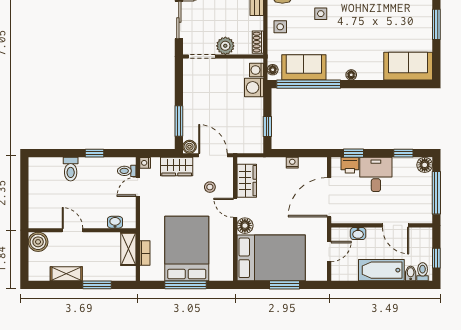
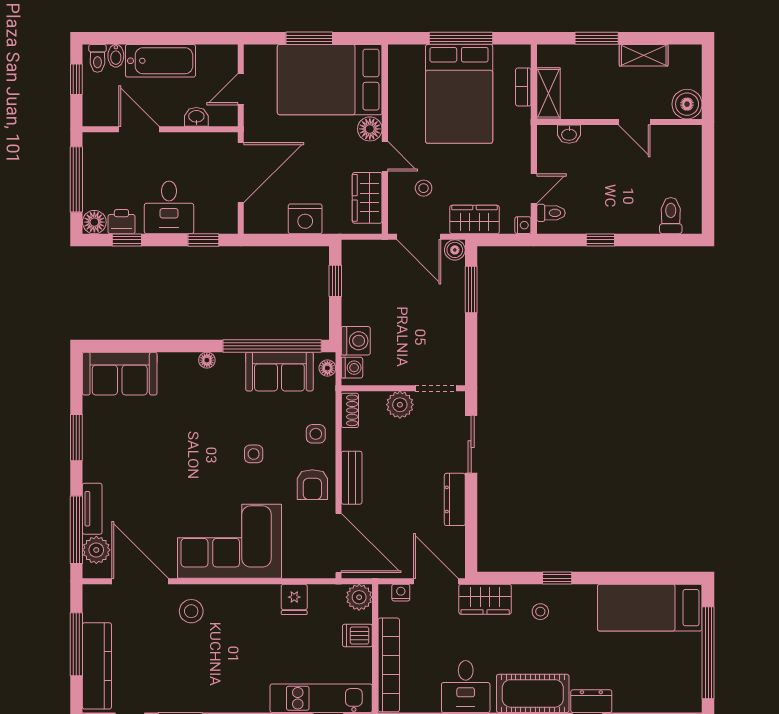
nightstand: (292, 163) -> (305, 219), width x1.89, depth x1.79
printer: (350, 165) -> (121, 222), moved
toilet: (71, 169) -> (671, 216), moved

